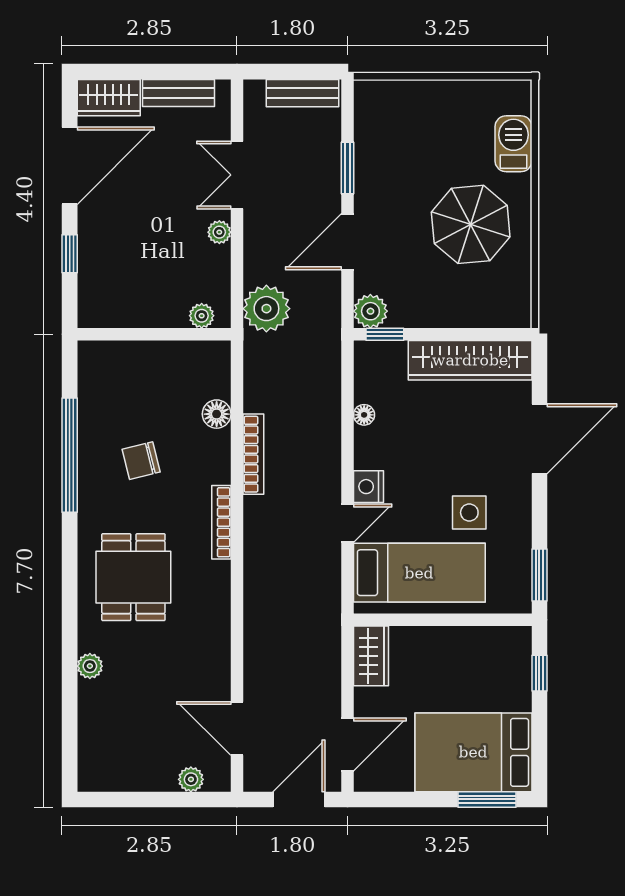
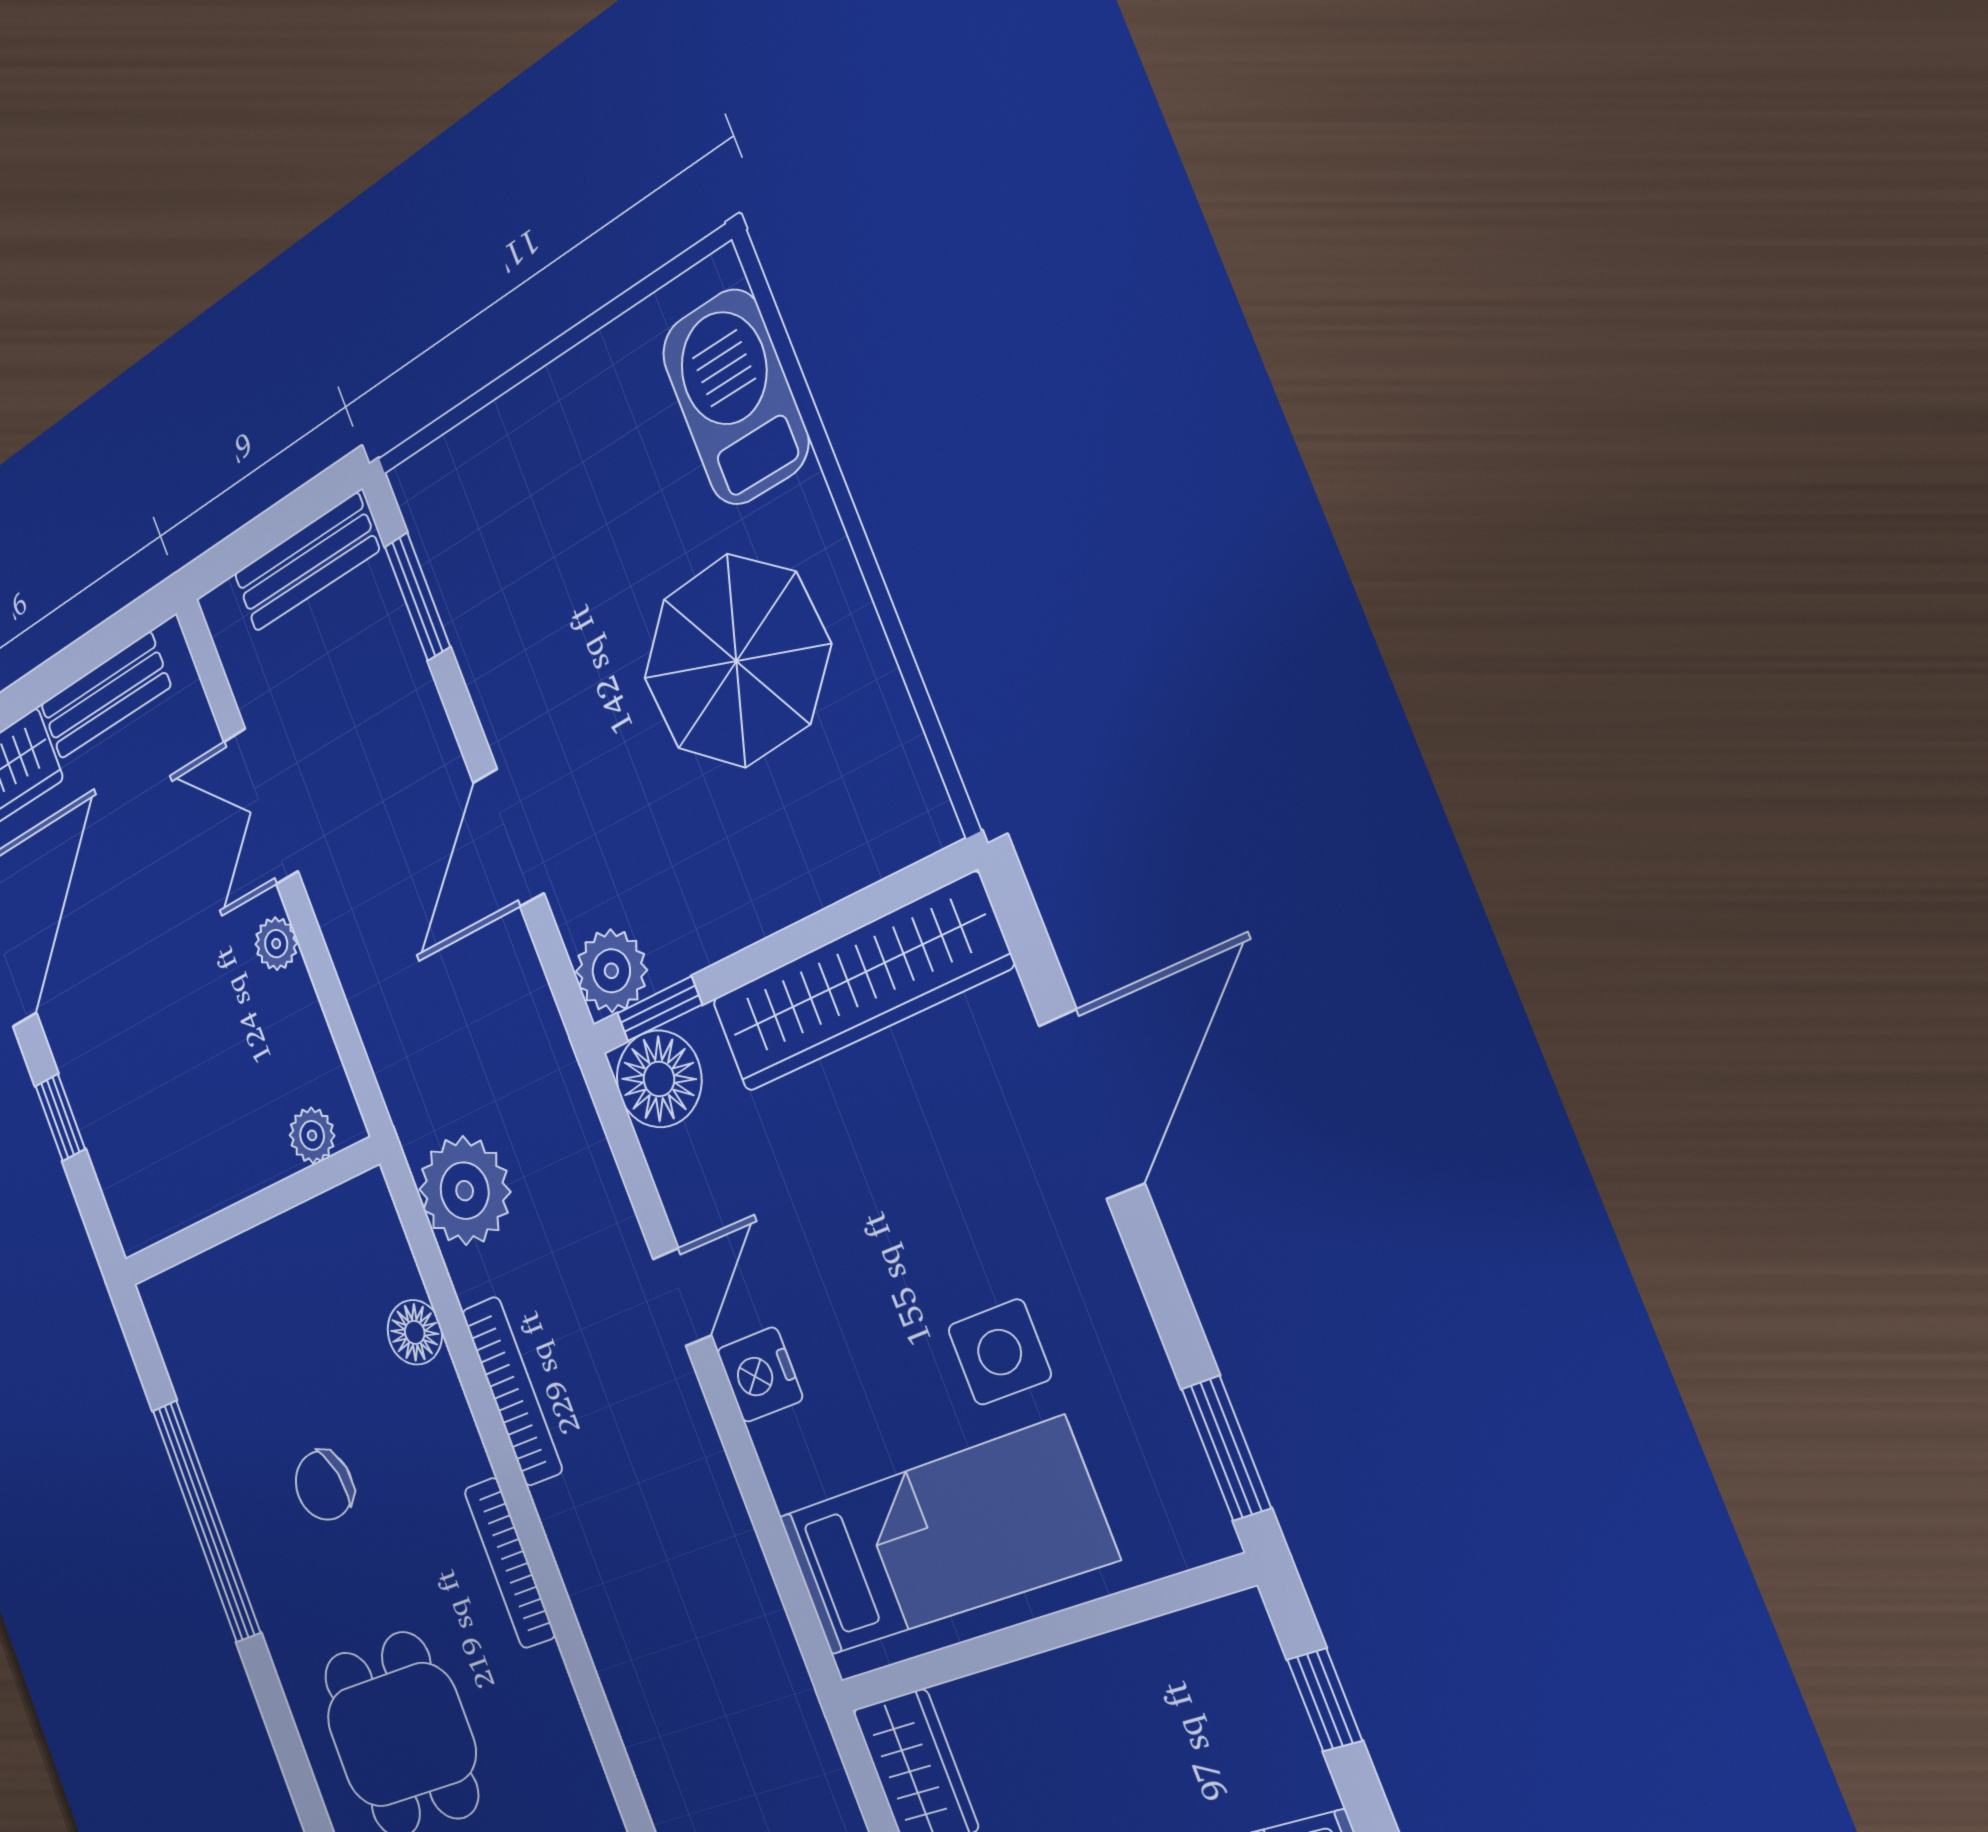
barbecue: (513, 144) -> (735, 397), width x1.37, depth x1.21
window: (348, 168) -> (417, 597), moved
plant: (266, 309) -> (465, 1191), moved
floor lamp: (364, 415) -> (659, 1079), moved, width x1.89, depth x1.89
door: (348, 523) -> (682, 1297), moved

